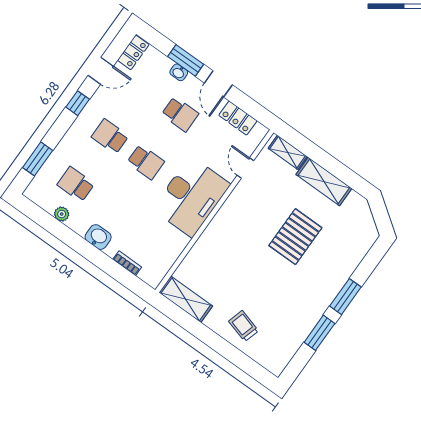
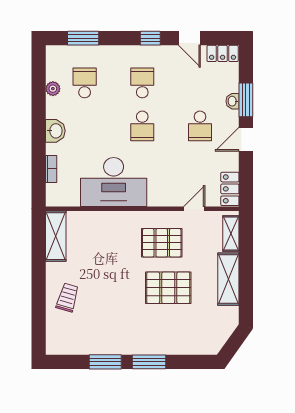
locker: (238, 118) -> (230, 189), moved
desk: (191, 197) -> (114, 182), moved
pallet: (254, 215) -> (162, 243), added

